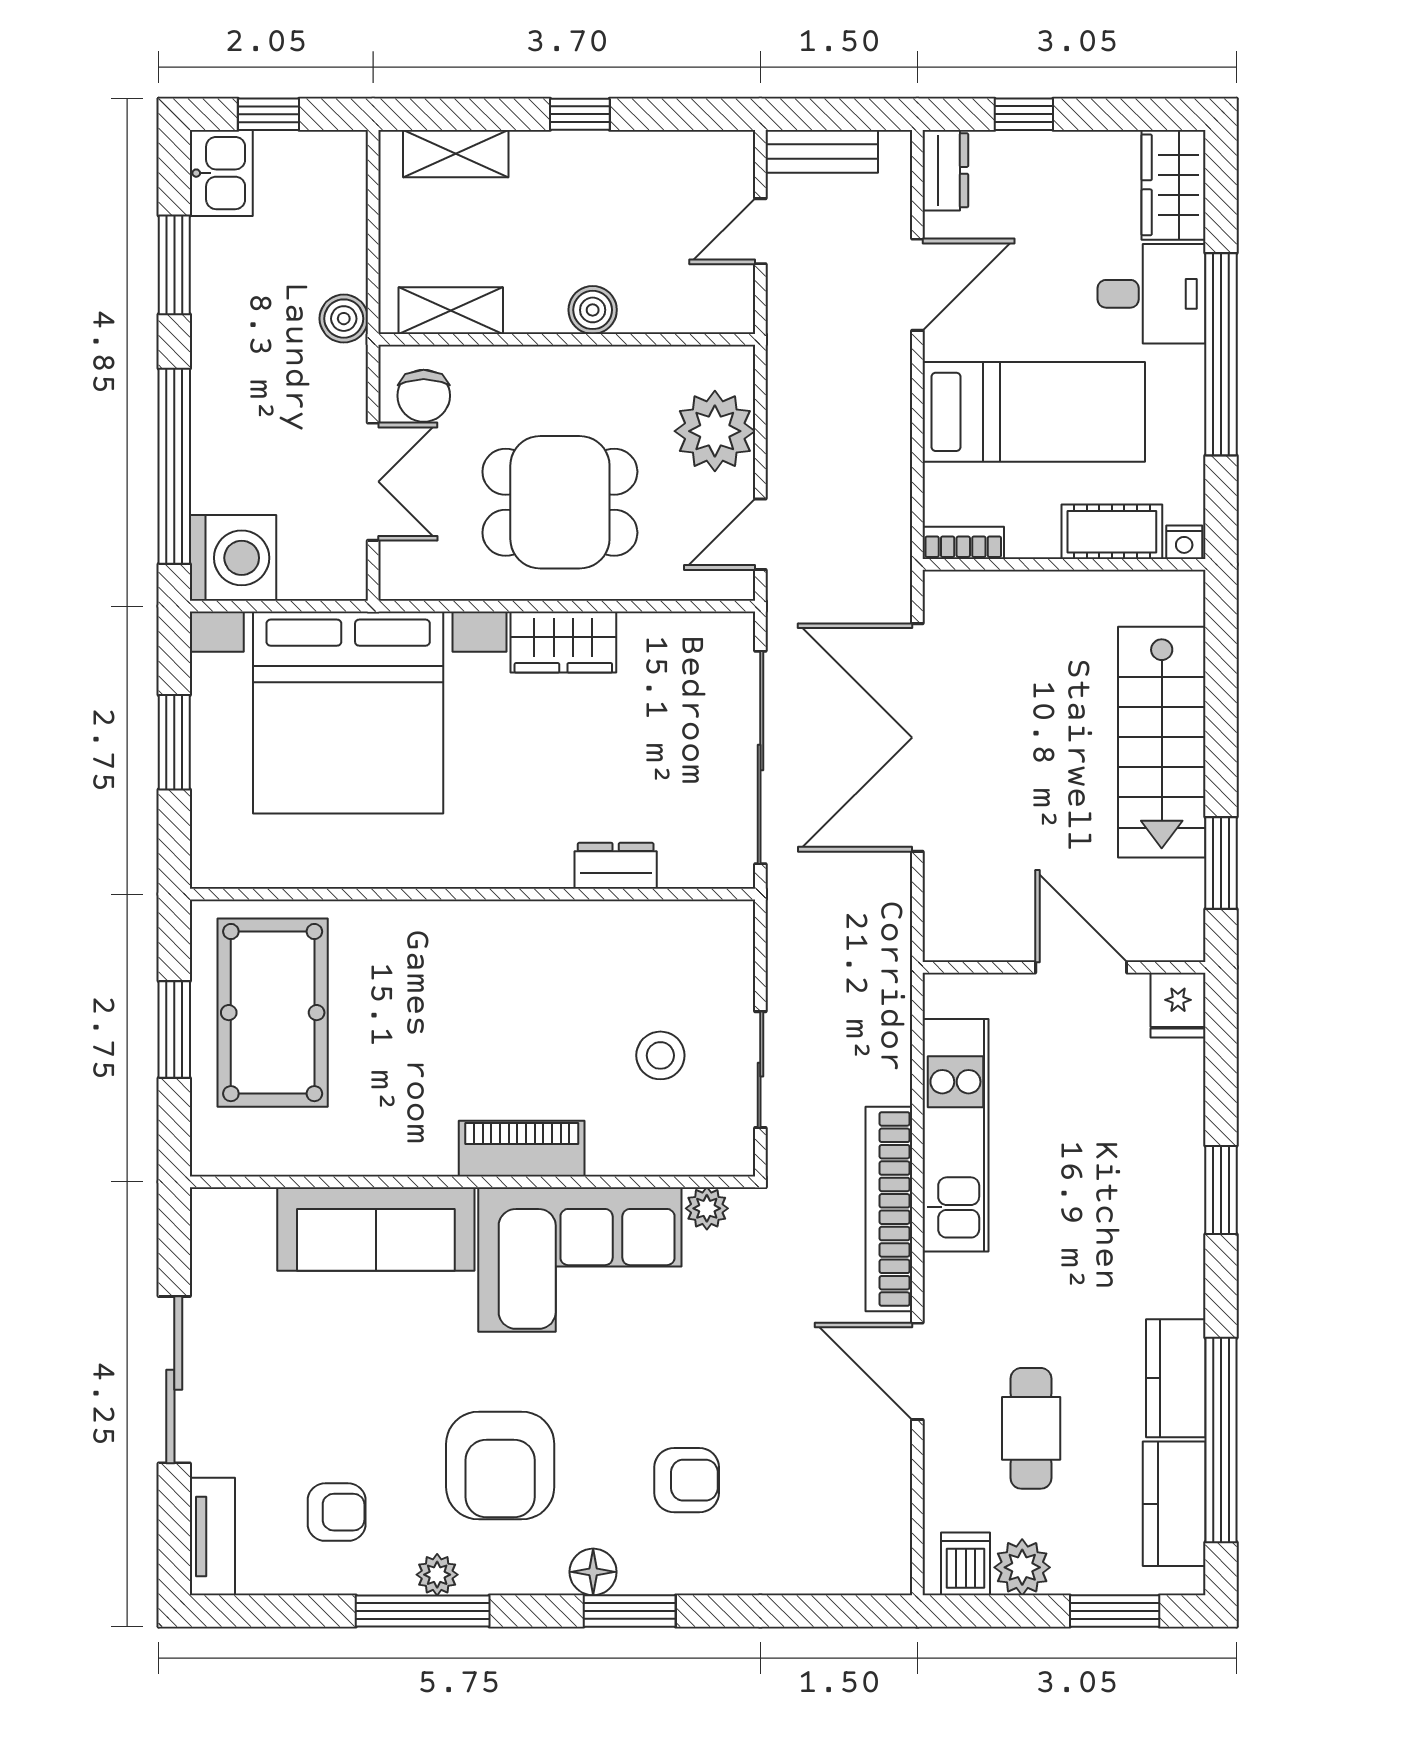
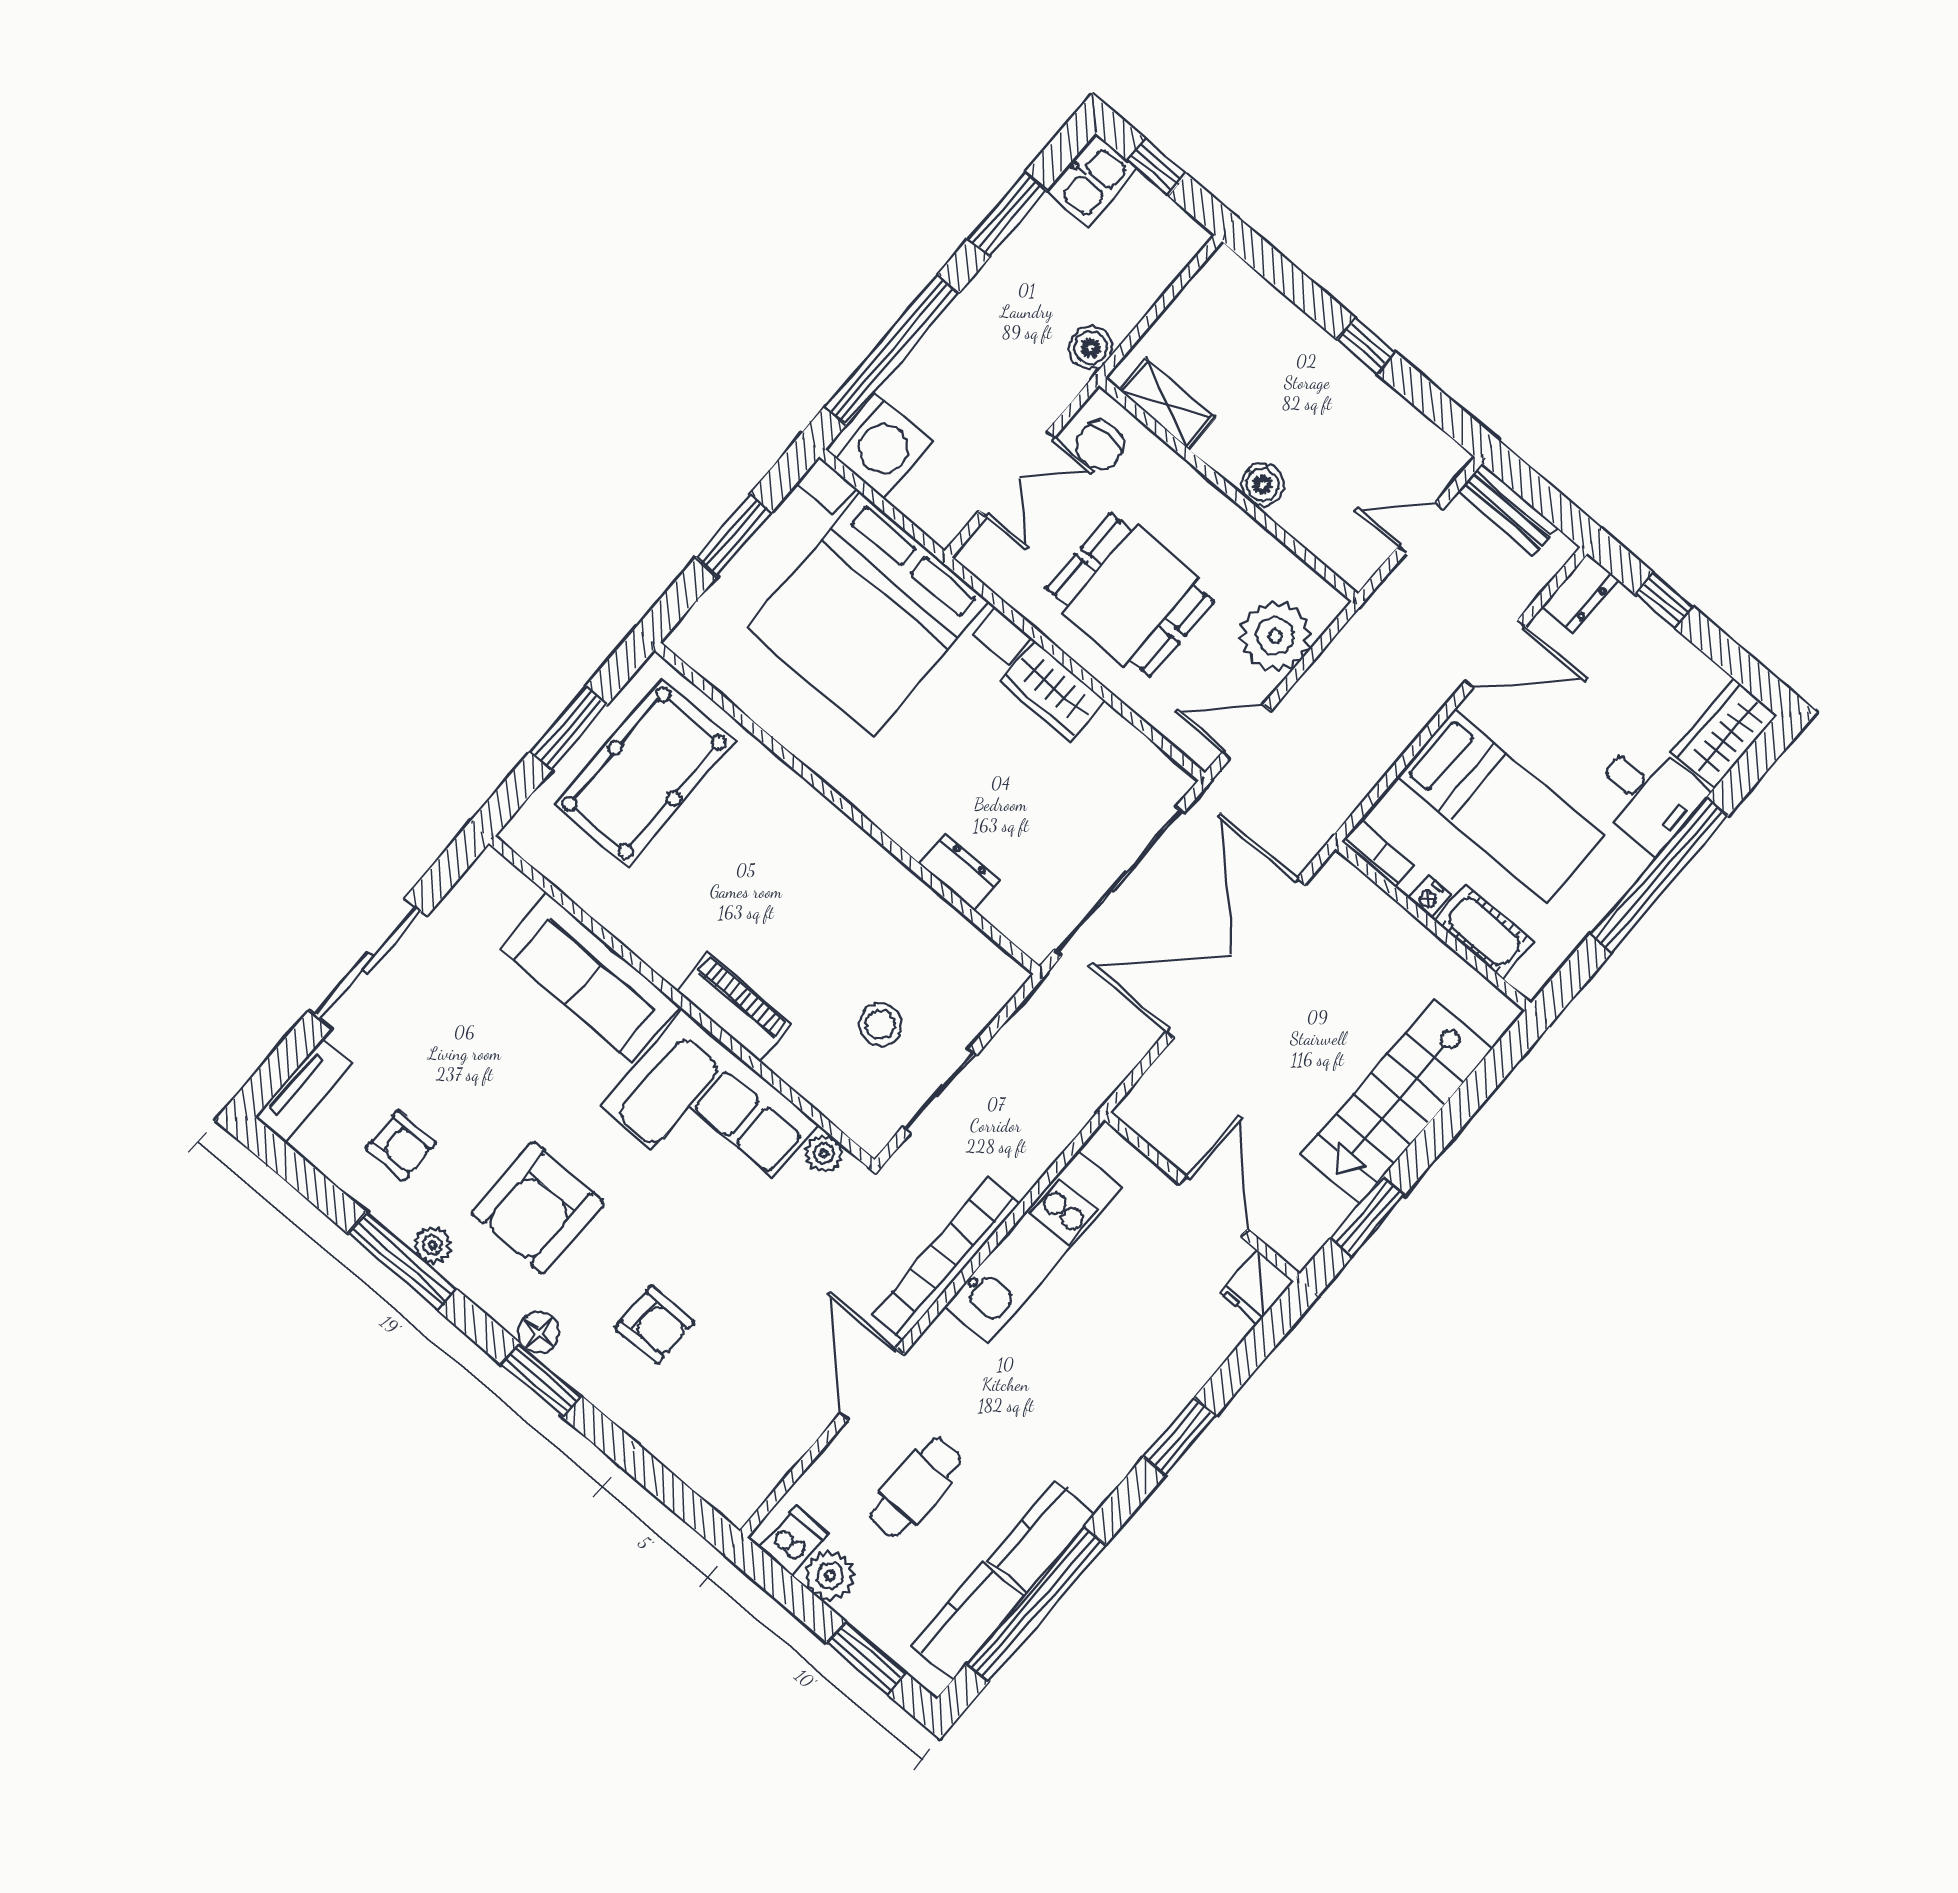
shelving: (456, 154) -> (1260, 301), removed
nightstand: (1184, 542) -> (1430, 897), moved

